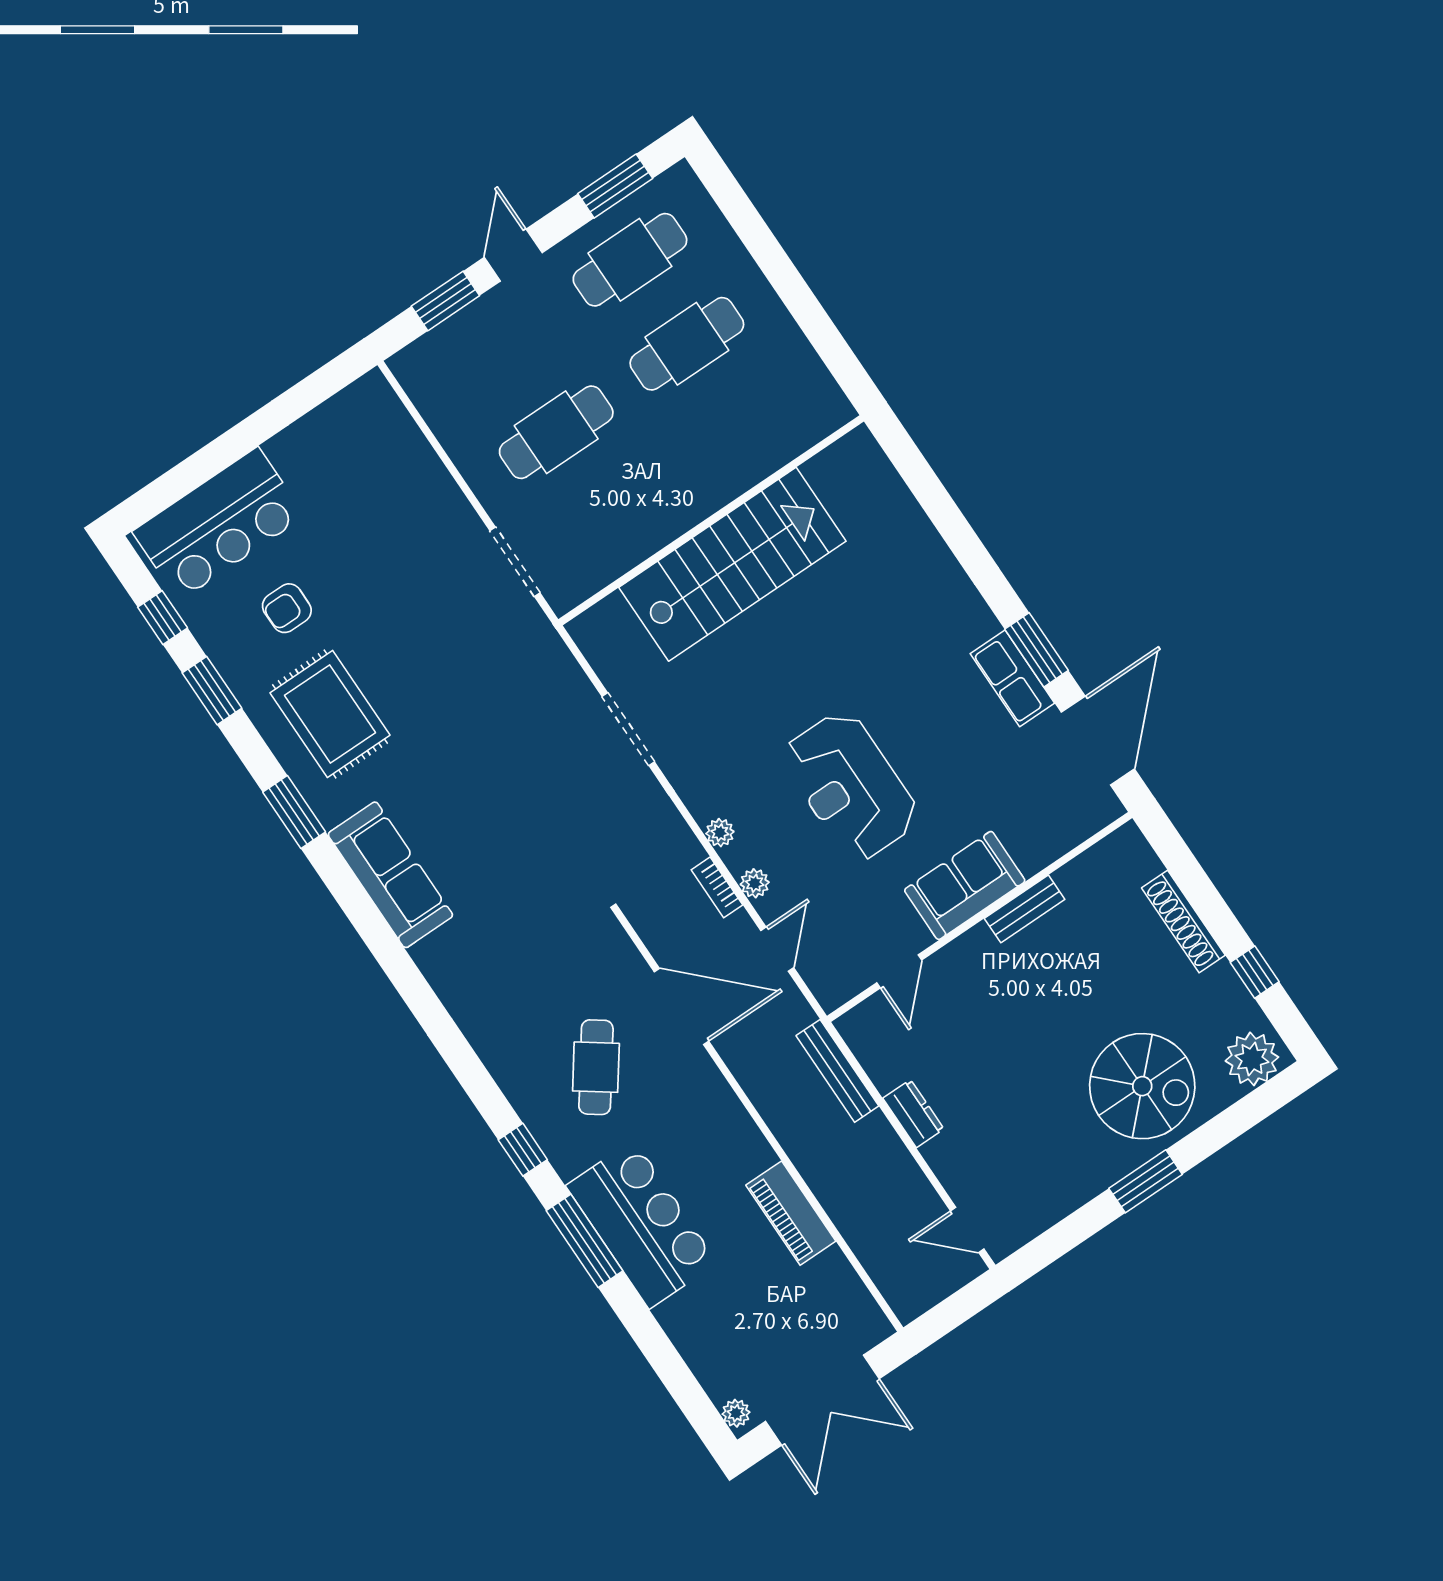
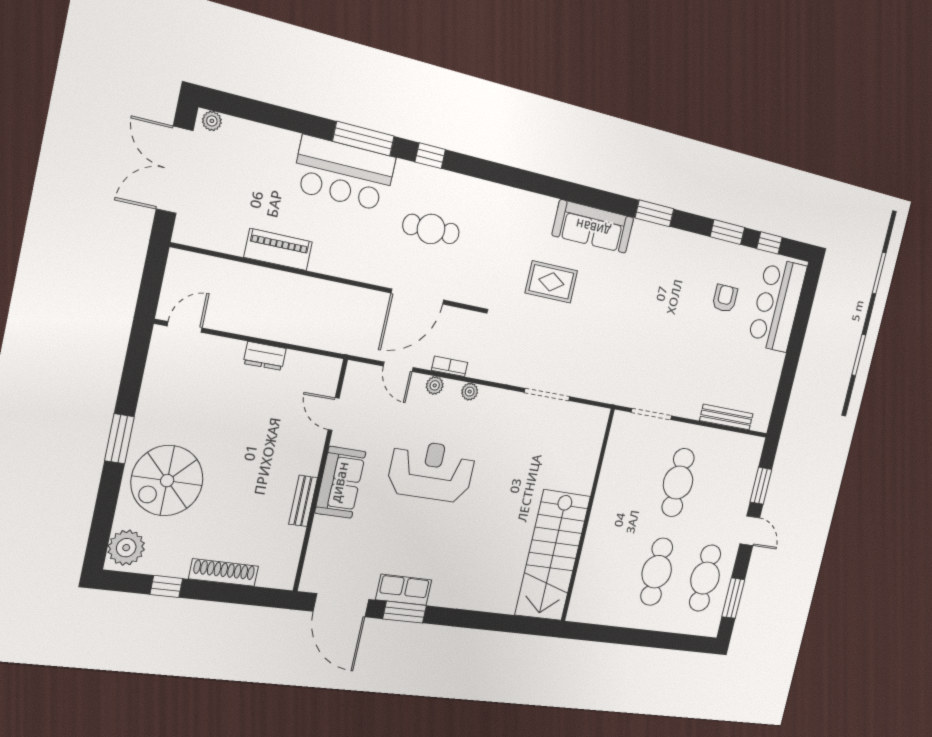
stairs: (732, 564) -> (553, 556), moved
rug: (330, 714) -> (551, 282), moved, width x0.73, depth x0.70
cafe table: (596, 1067) -> (431, 229), turned -36
bench: (837, 1071) -> (726, 417), moved

